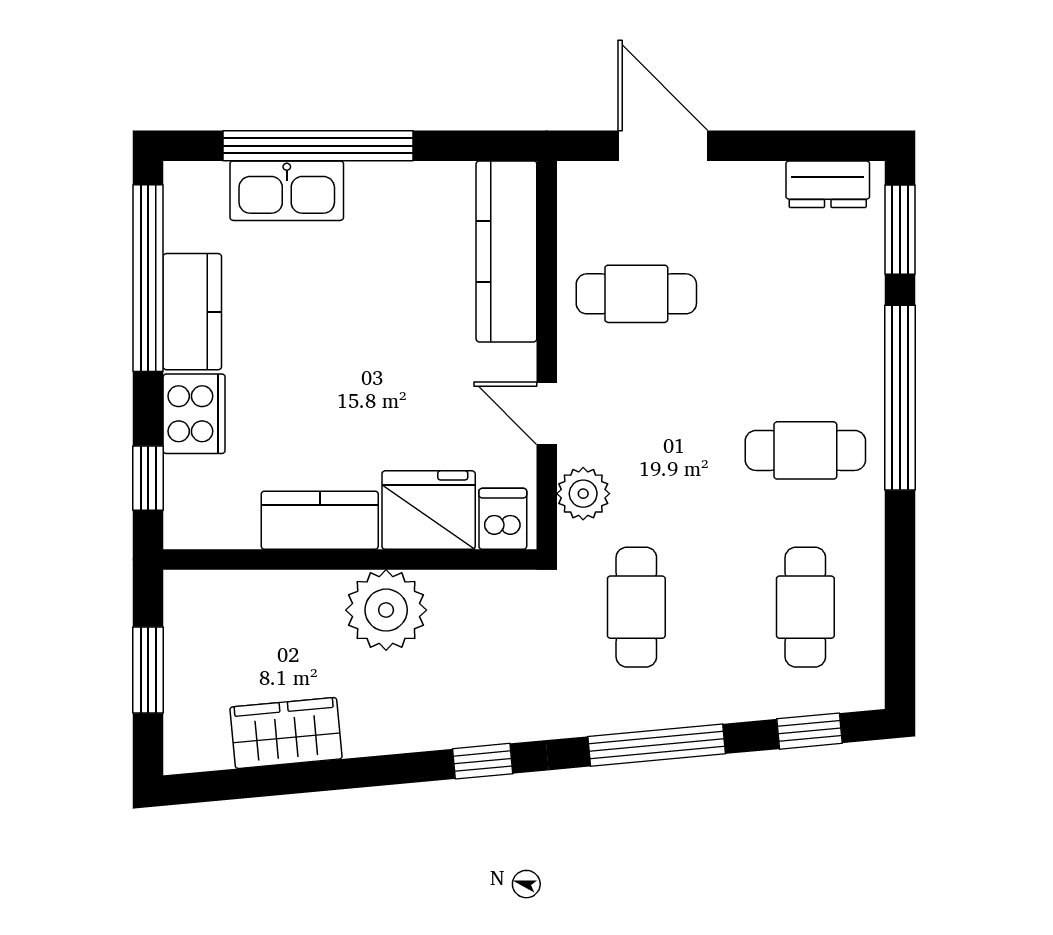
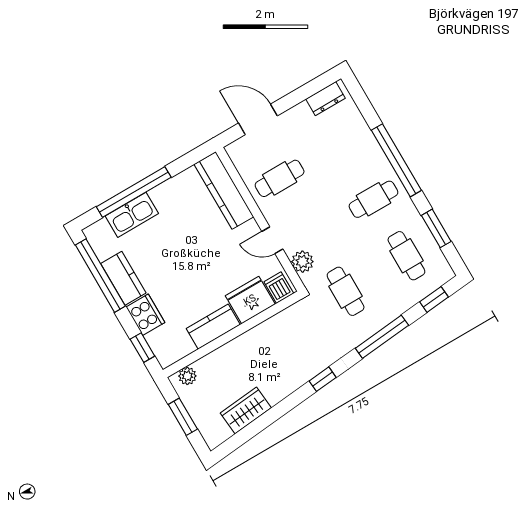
window: (900, 230) -> (436, 228), moved
plant: (386, 610) -> (187, 376), moved, width x0.53, depth x0.53

